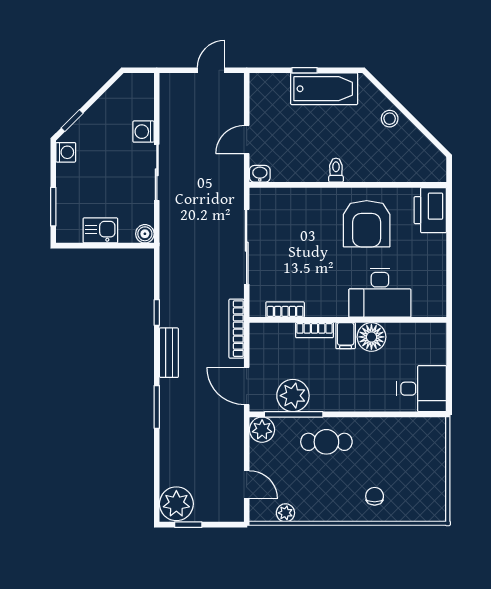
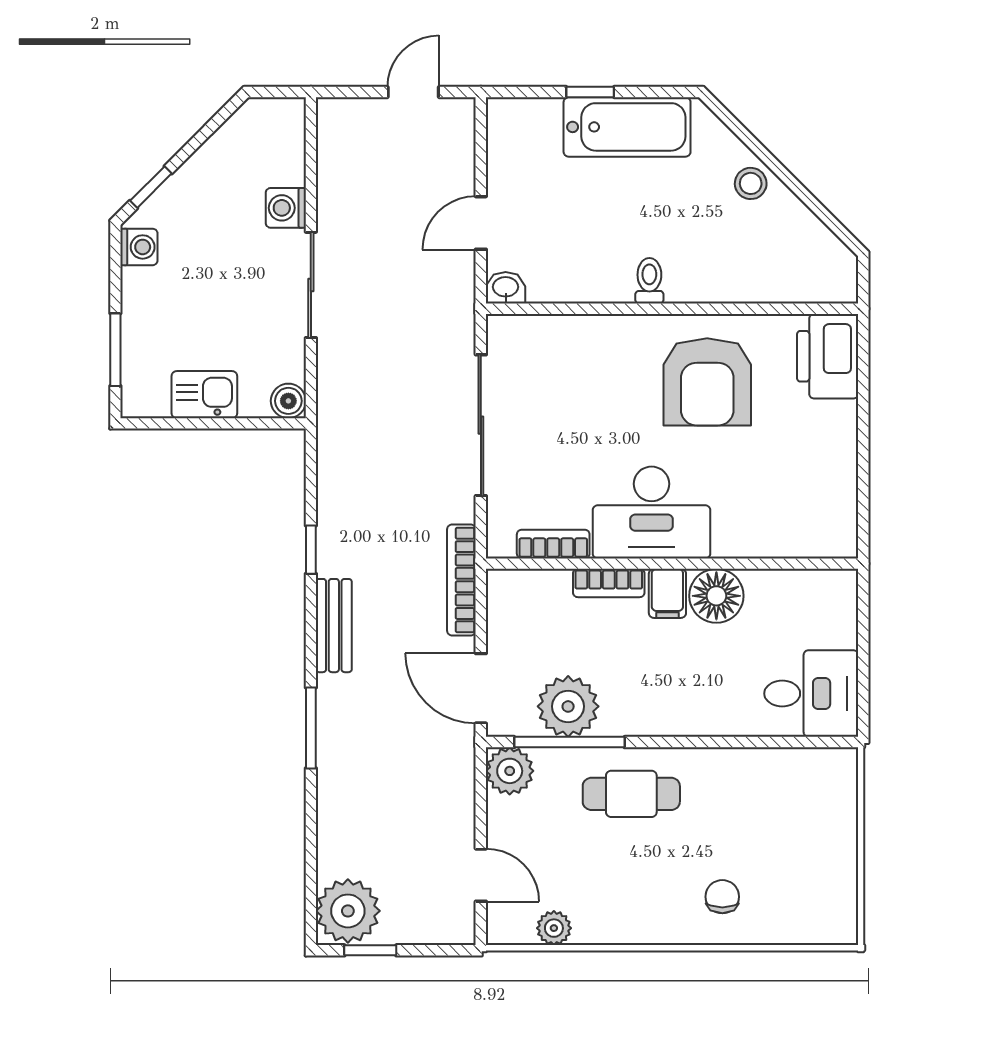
desk: (380, 293) -> (652, 512), moved

